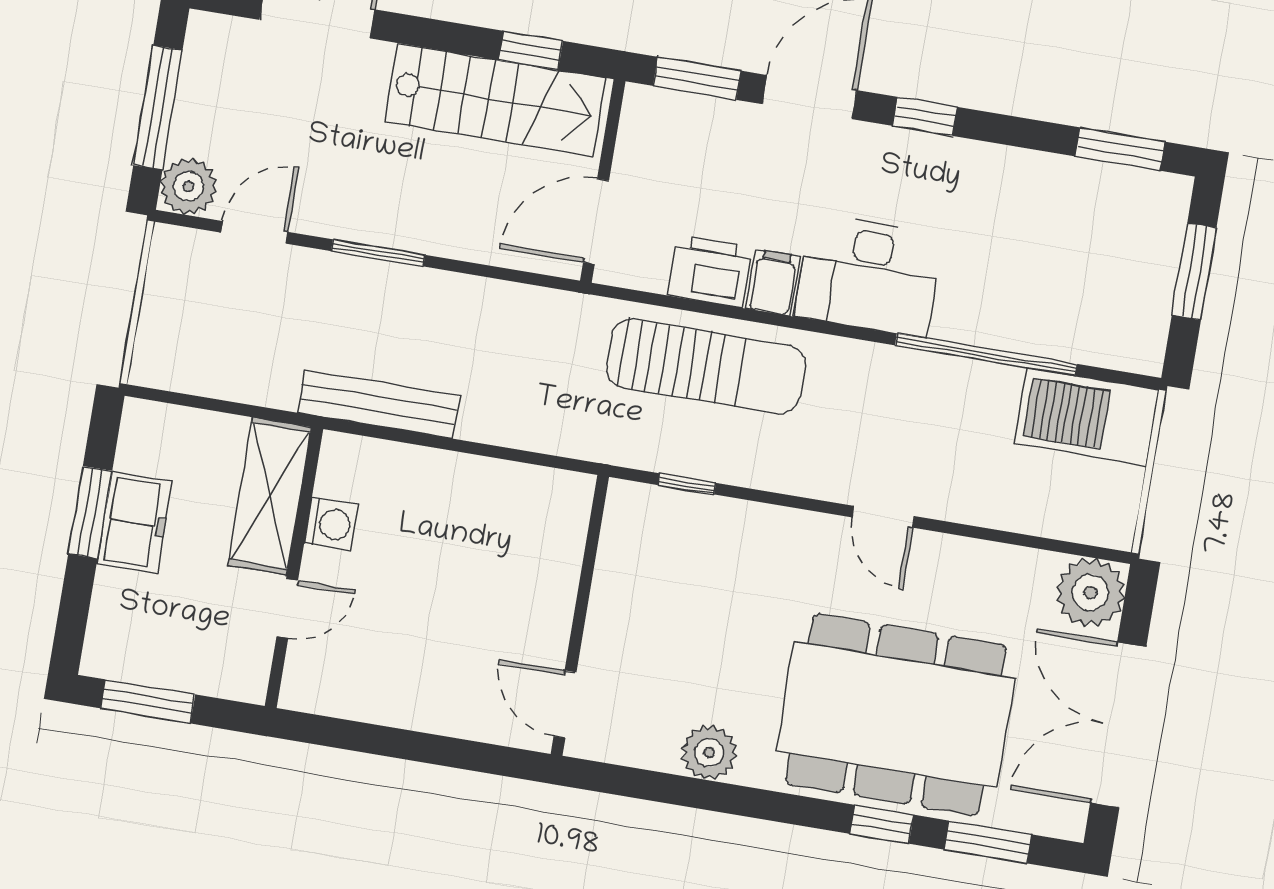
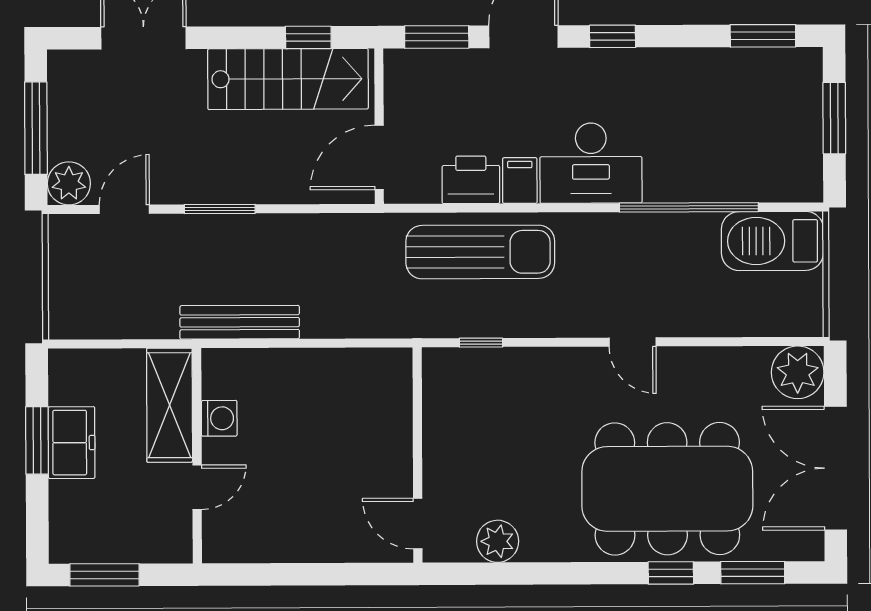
plant: (709, 752) -> (498, 541), moved

